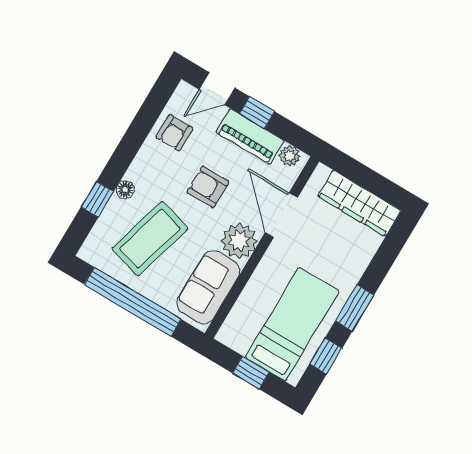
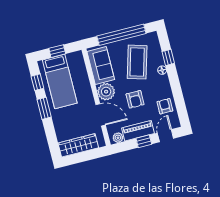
armchair: (208, 187) -> (135, 99), turned 90

